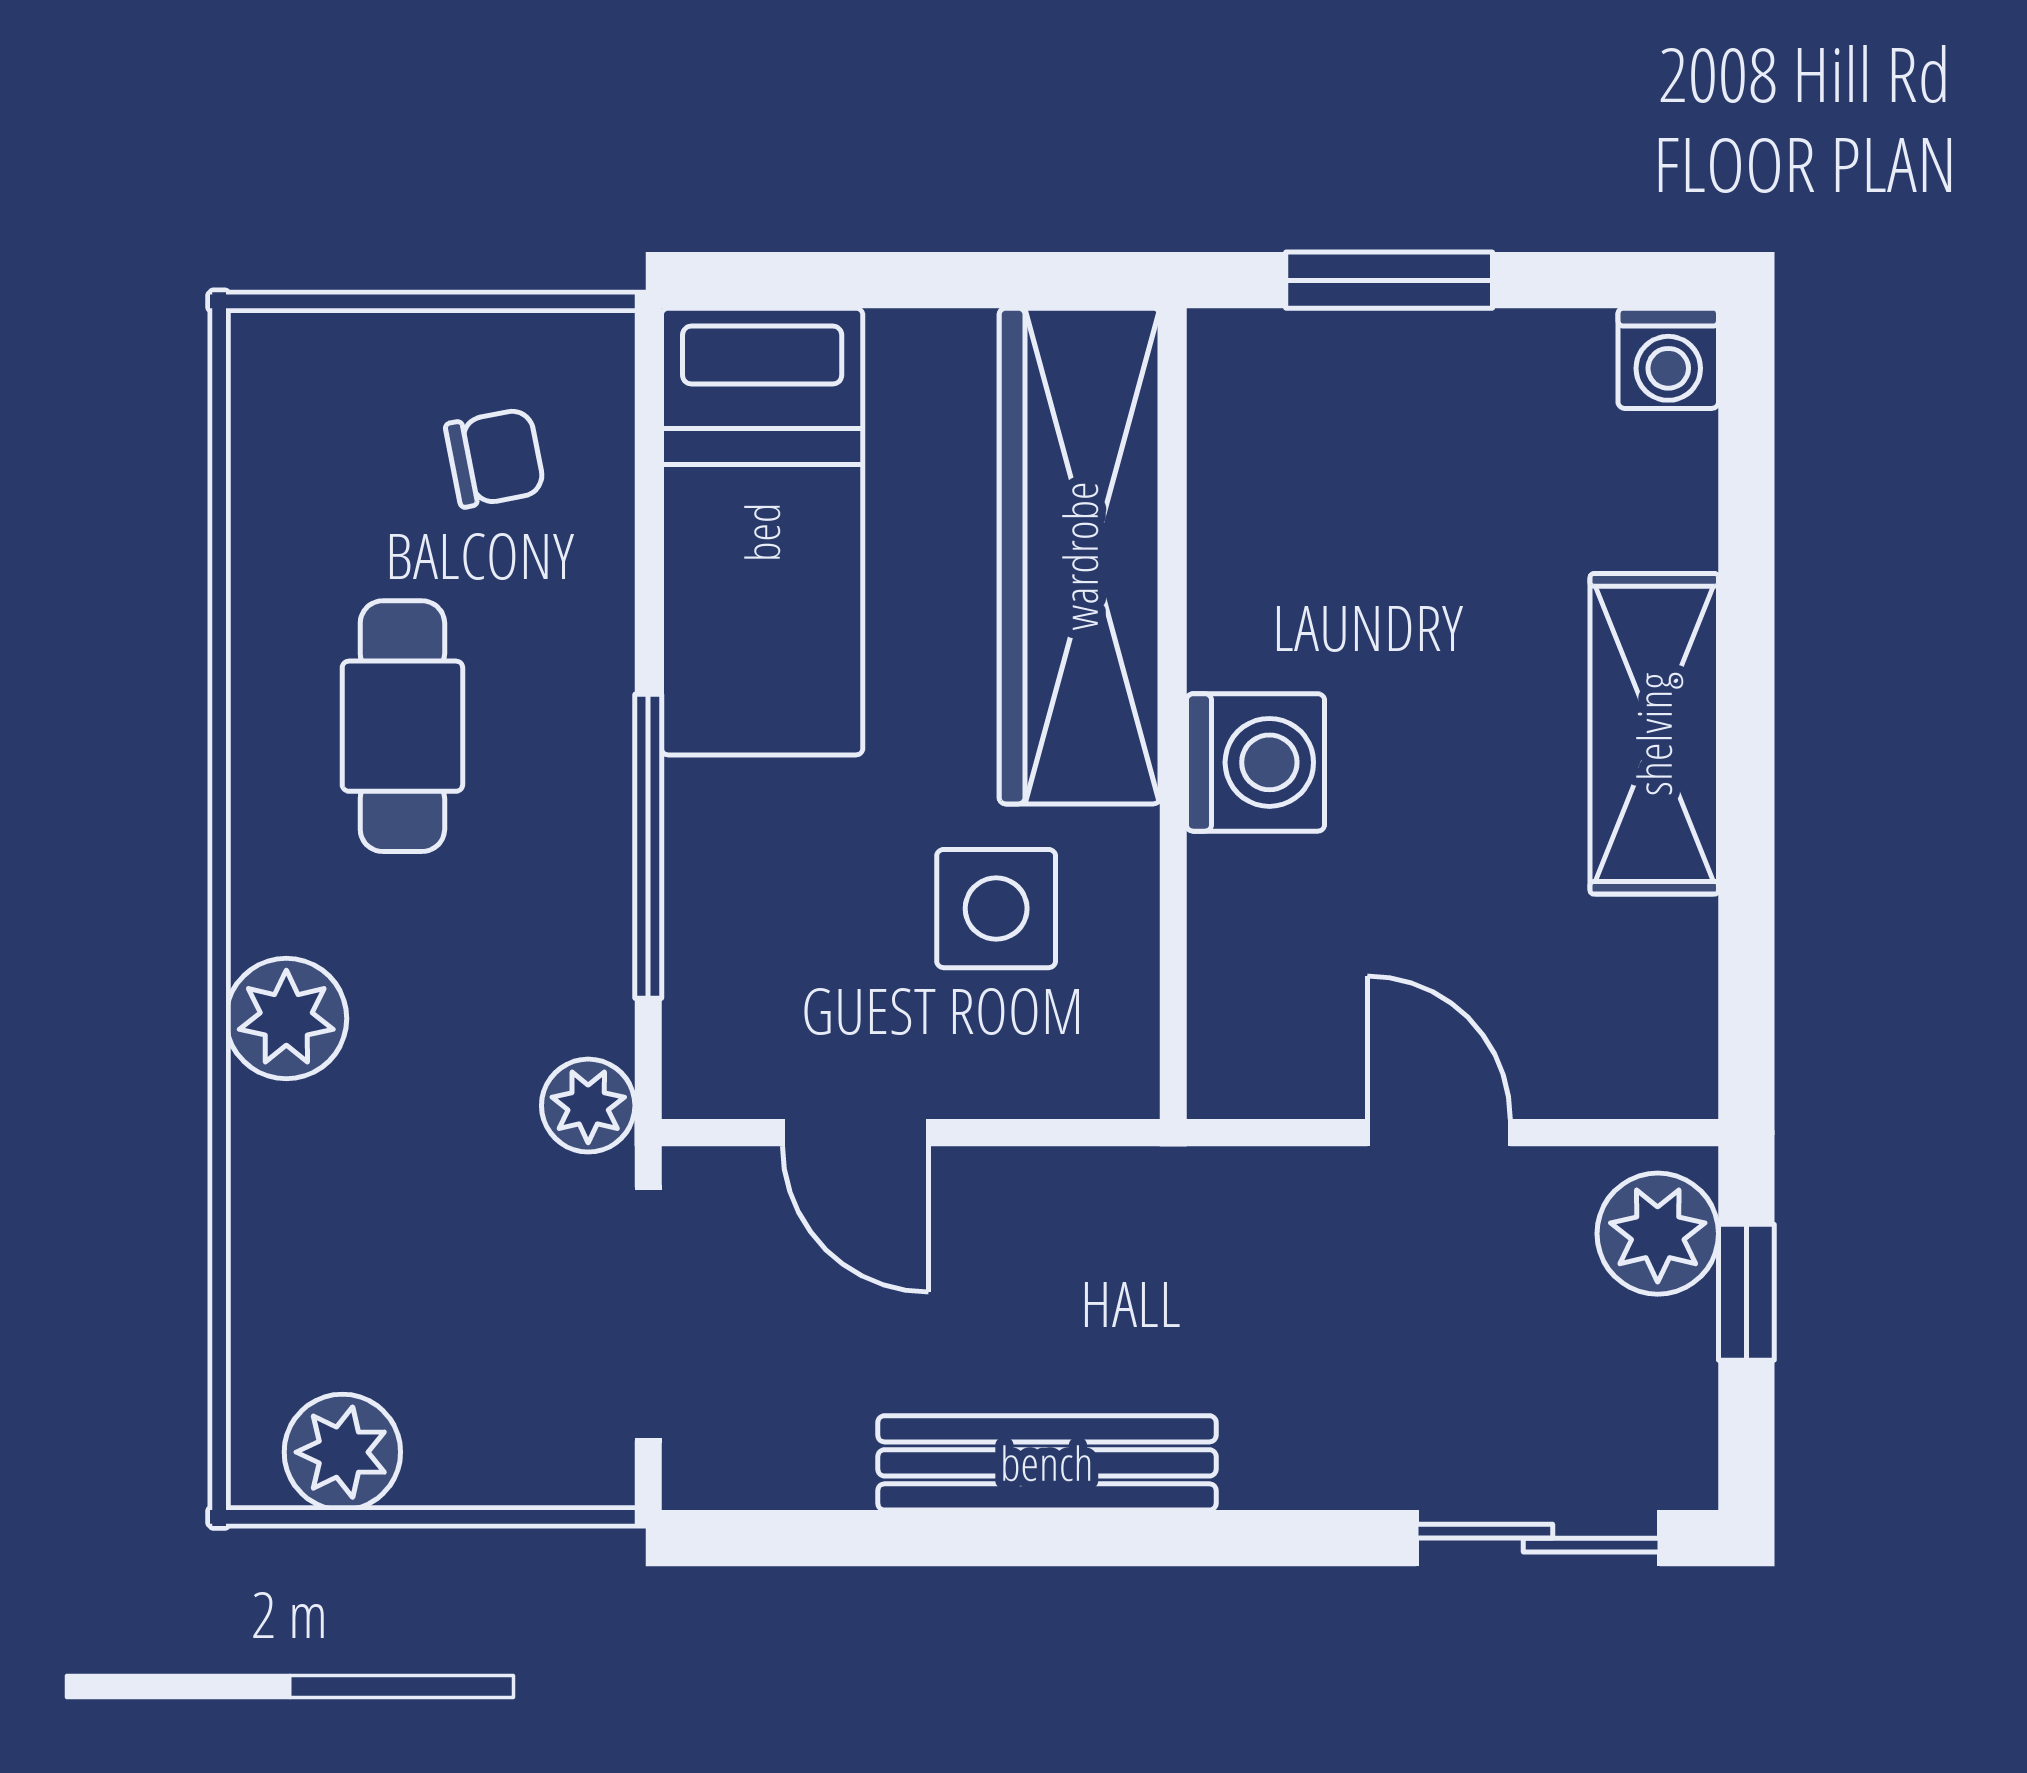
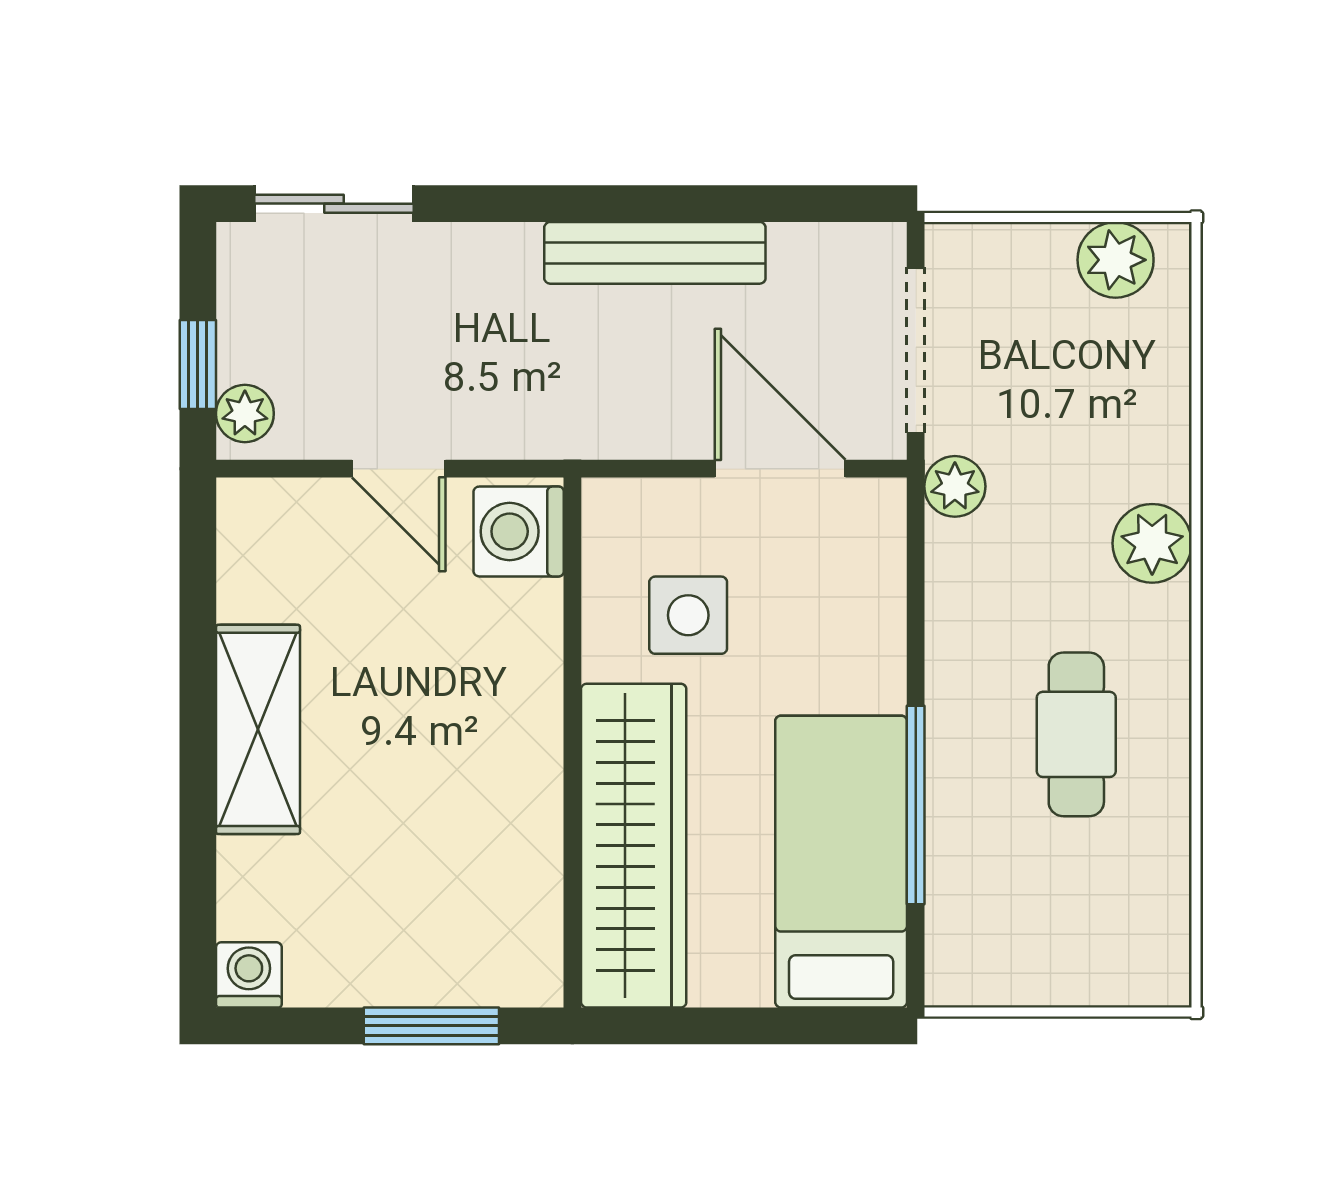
chair: (495, 458) -> (1016, 910), removed
washing machine: (1256, 762) -> (519, 531), moved
window: (648, 846) -> (916, 805), moved
door: (855, 1133) -> (780, 469), width x1.38
plant: (1658, 1234) -> (245, 414), width x0.73, depth x0.73

